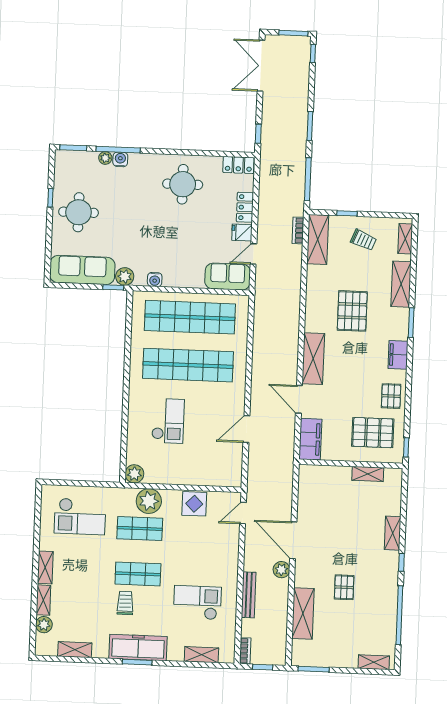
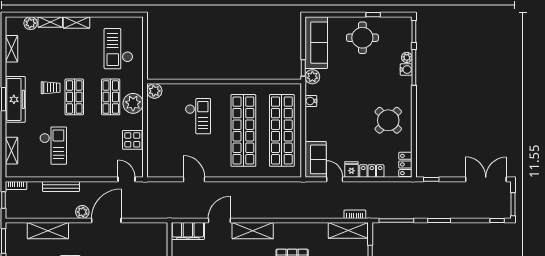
round table: (183, 184) -> (388, 120), turned 45
checkout: (168, 421) -> (198, 116), turned -90

